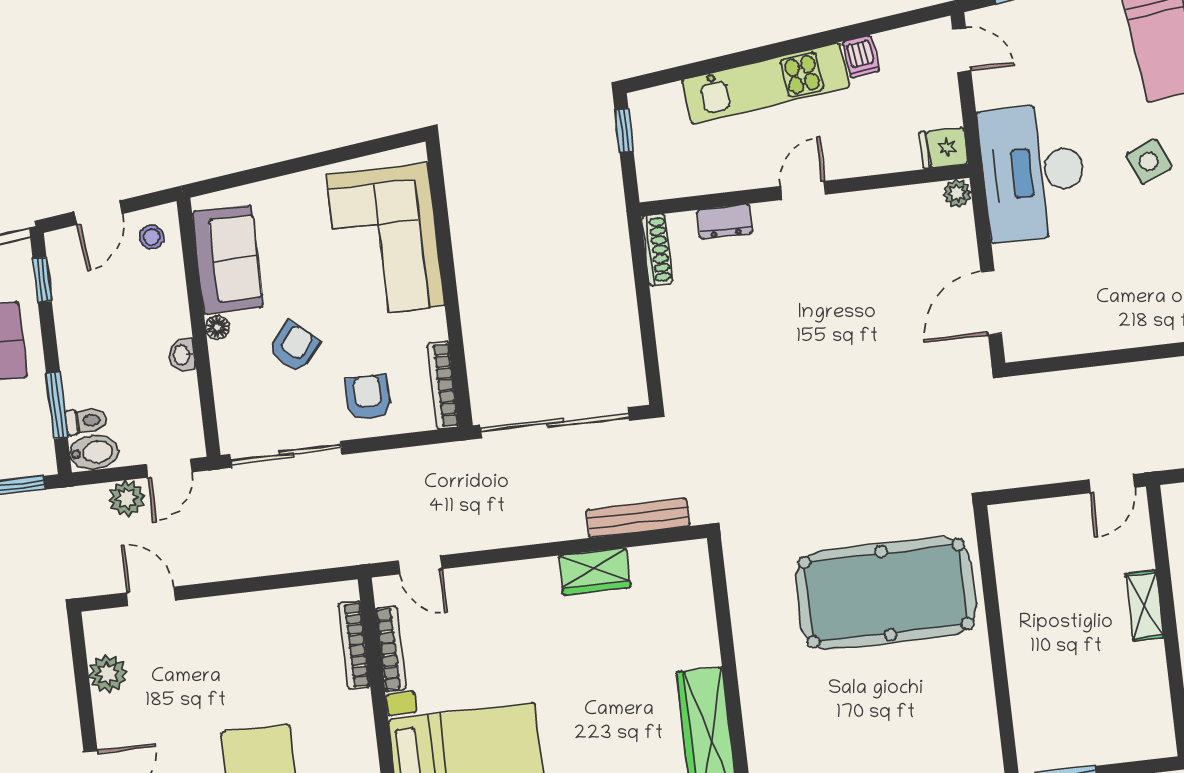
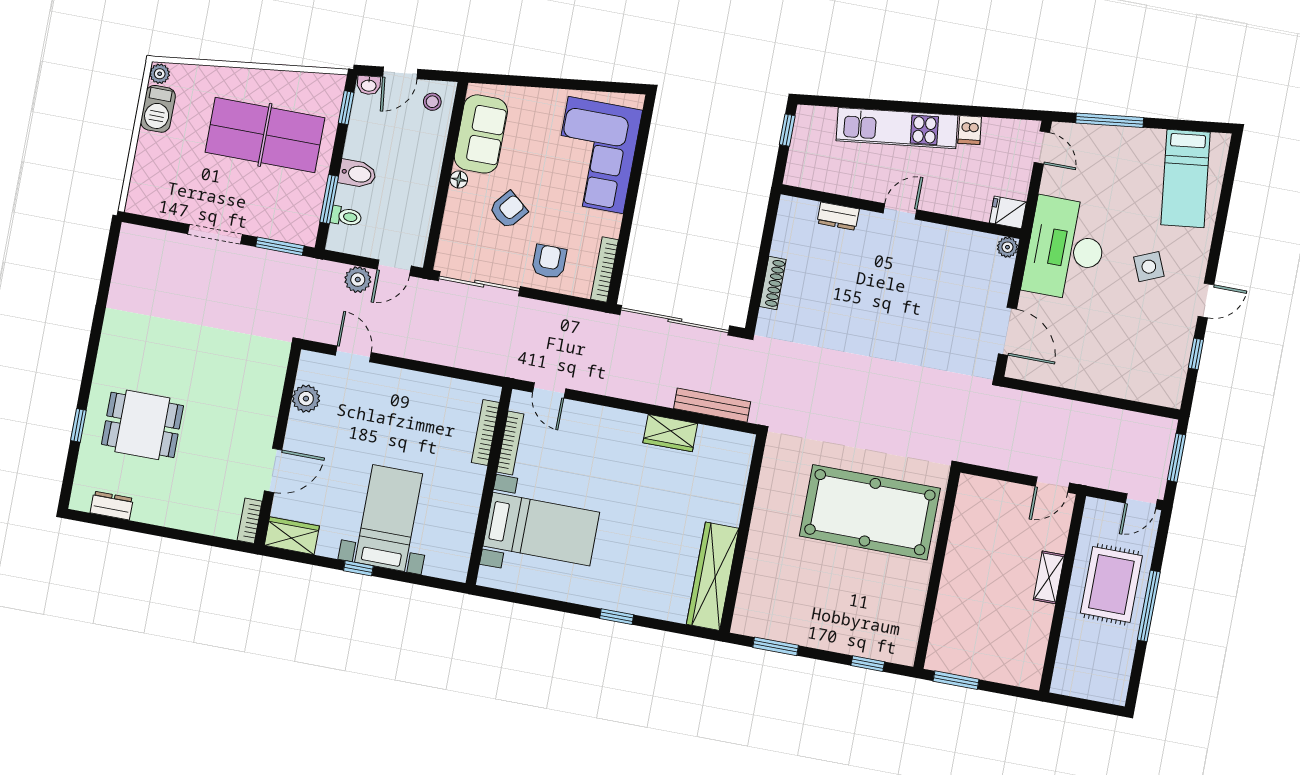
shoe rack: (657, 250) -> (773, 283), moved
door: (991, 303) -> (1007, 331), swing flipped
washbasin: (182, 355) -> (369, 85), moved, turned -97
bidet: (94, 452) -> (357, 174), moved

